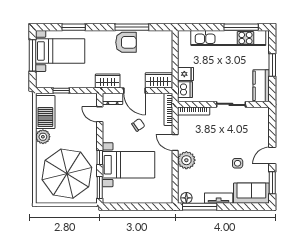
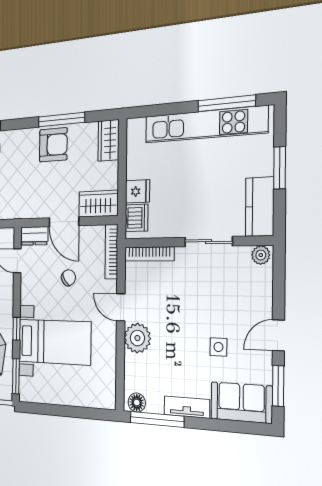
wardrobe: (108, 81) -> (108, 140), moved, turned -90
plant: (262, 112) -> (261, 255), added

